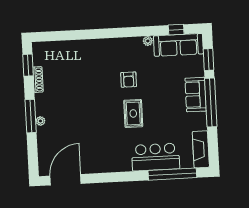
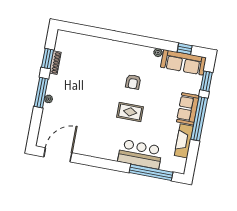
window: (28, 65) -> (48, 59), moved
rug: (133, 113) -> (130, 112), turned 90
fireplace: (201, 149) -> (184, 141), moved

